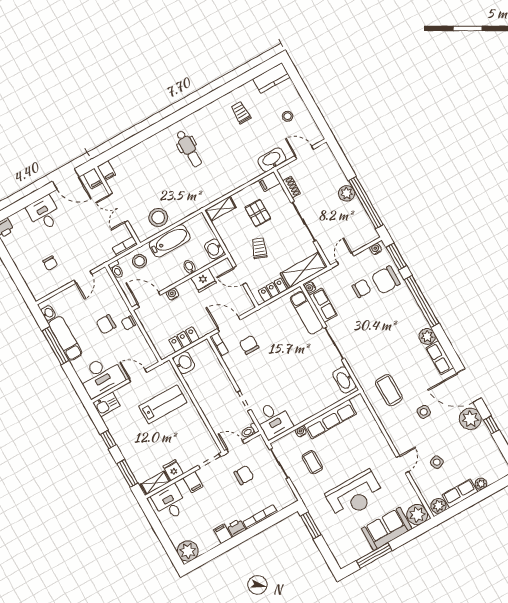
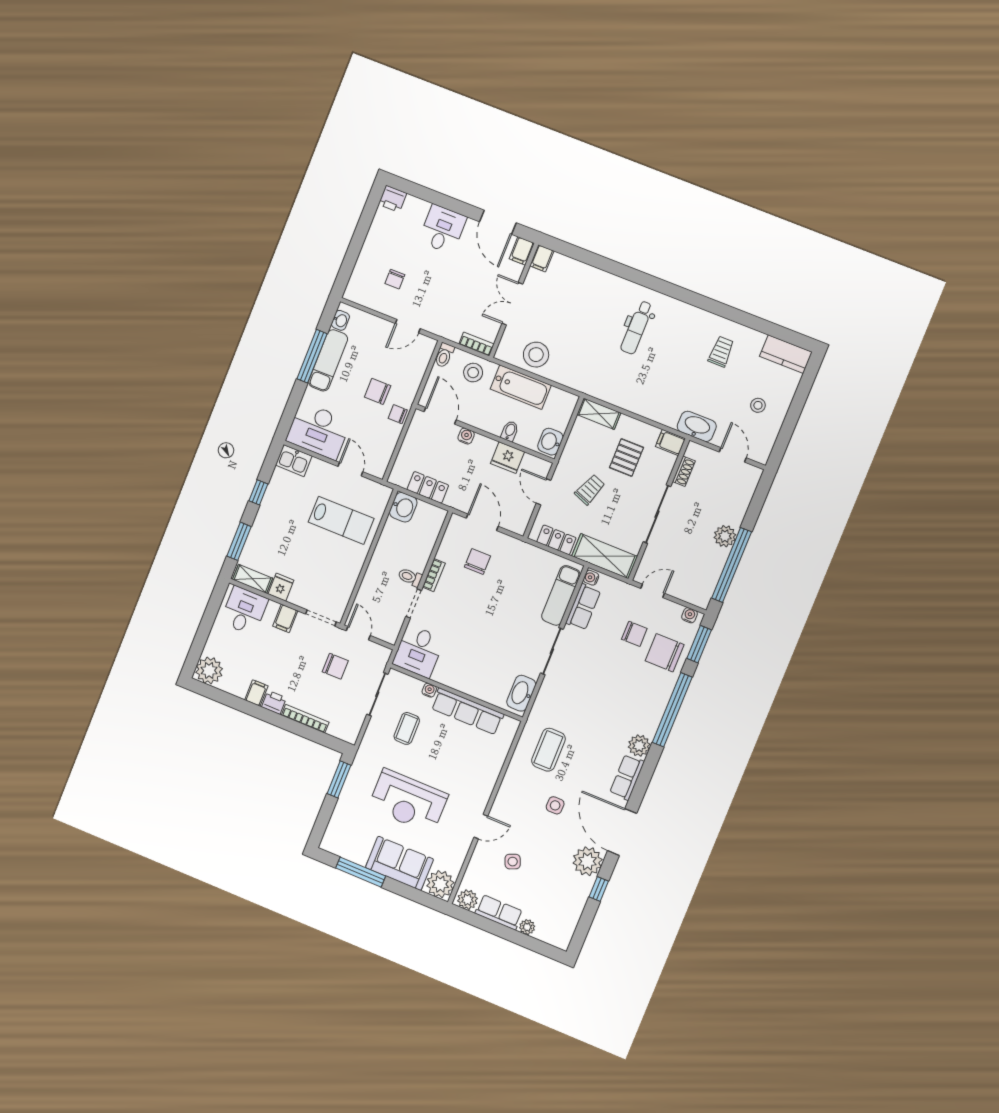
bookcase: (219, 344) -> (434, 575), moved
toilet: (250, 431) -> (410, 577), moved

